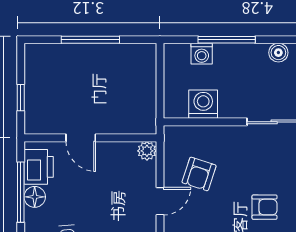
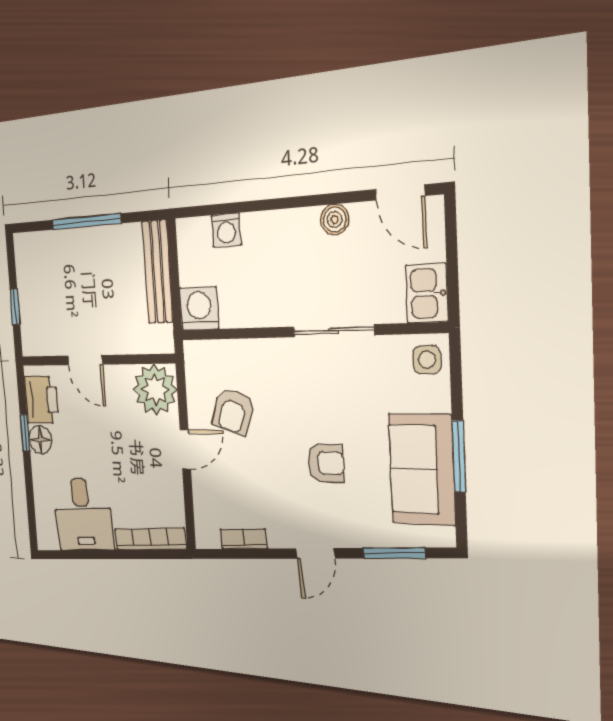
window: (227, 40) -> (259, 206), removed
bench: (147, 78) -> (158, 272), added
washing machine: (203, 104) -> (199, 308), moved
plant: (147, 151) -> (155, 389), width x1.87, depth x1.87
window: (21, 192) -> (25, 433), width x0.46

